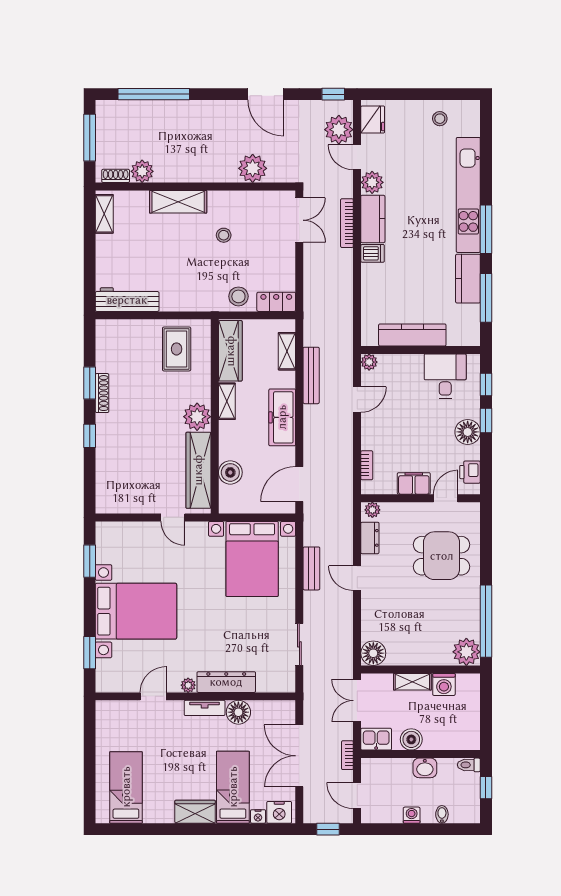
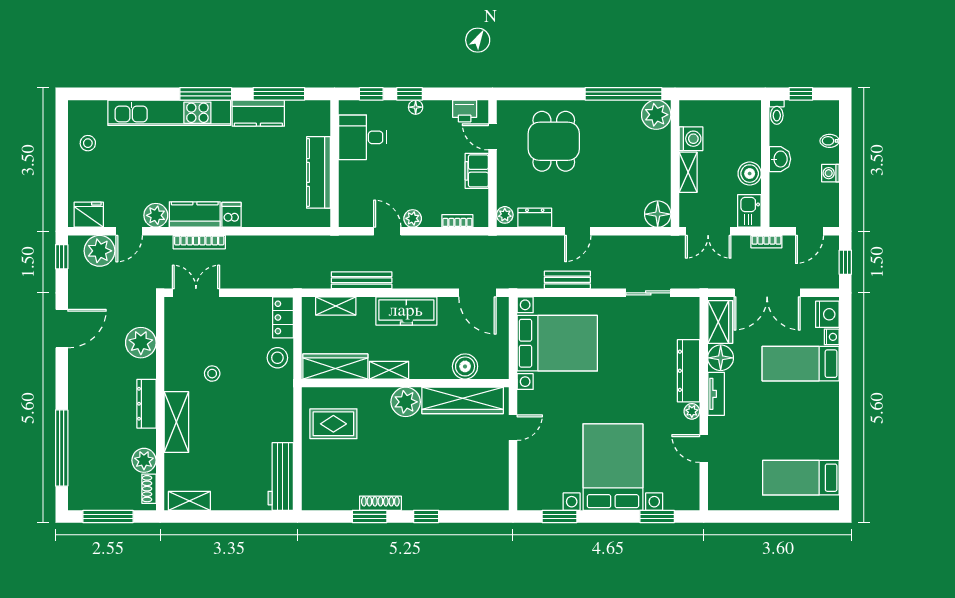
dresser: (195, 174) -> (146, 404), added
plant: (369, 362) -> (413, 218), moved
floor lamp: (468, 432) -> (416, 107), width x0.53, depth x0.53
wardrobe: (195, 812) -> (720, 322), moved, turned 180

